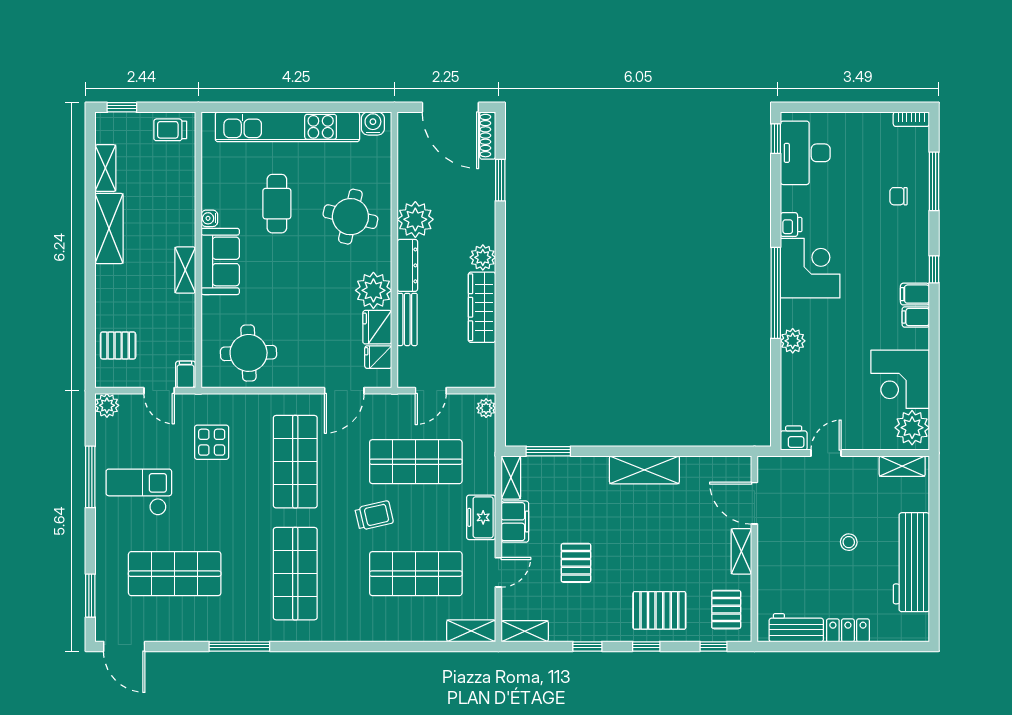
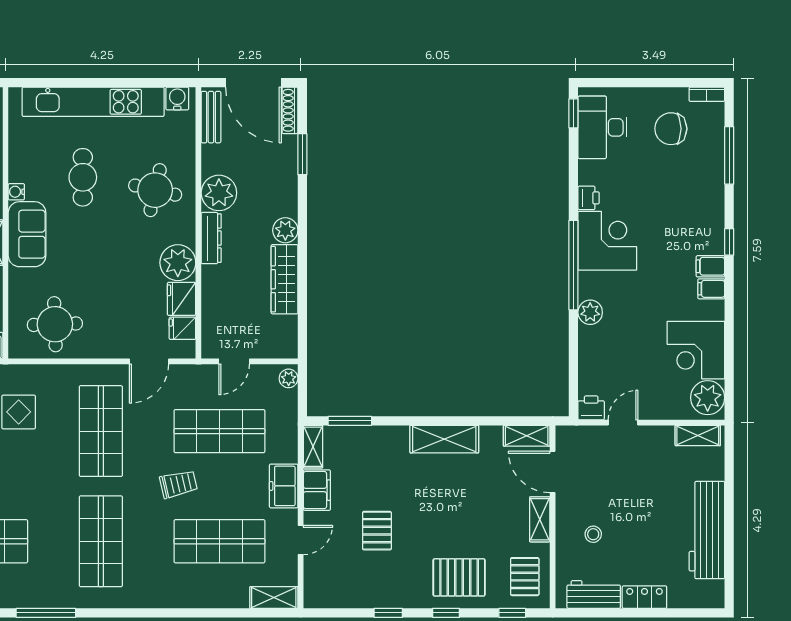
chair: (899, 196) -> (671, 129), moved, width x1.87, depth x1.87
bench: (407, 319) -> (211, 117), moved
stool: (849, 542) -> (593, 534), moved
shelving: (525, 631) -> (527, 436), moved

